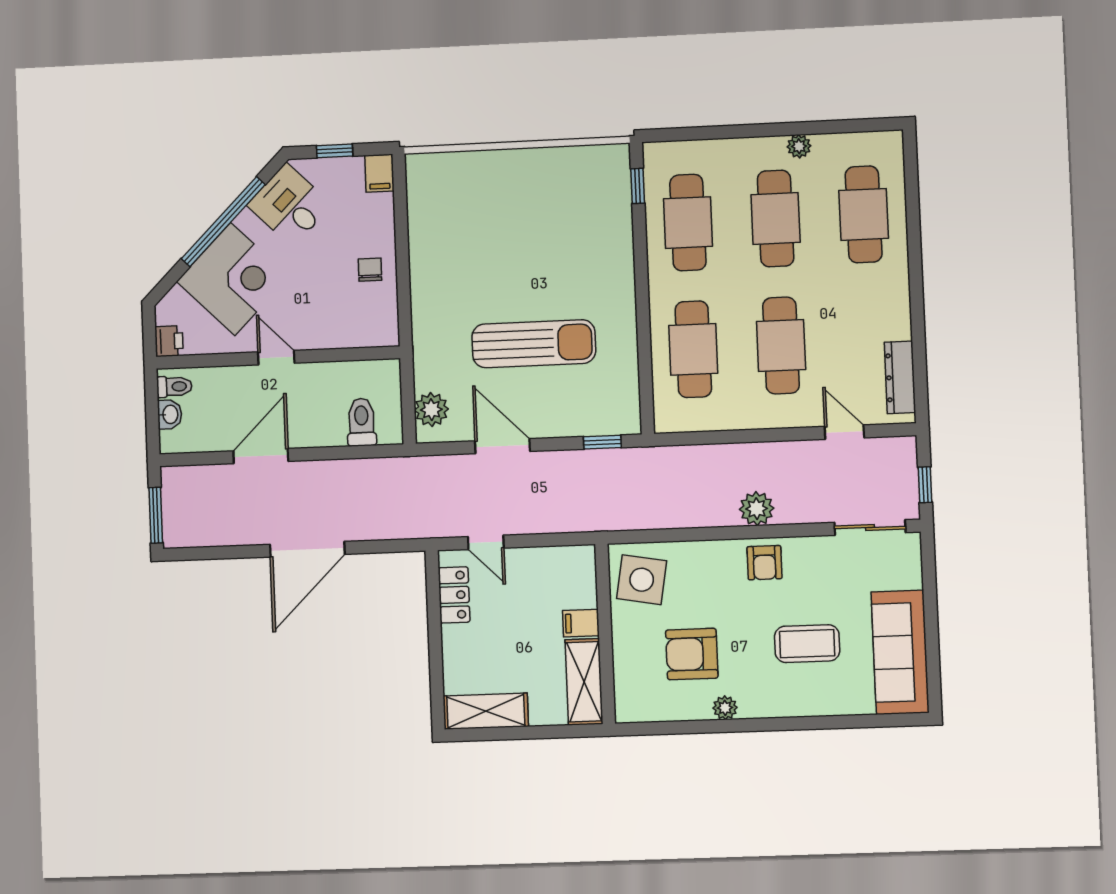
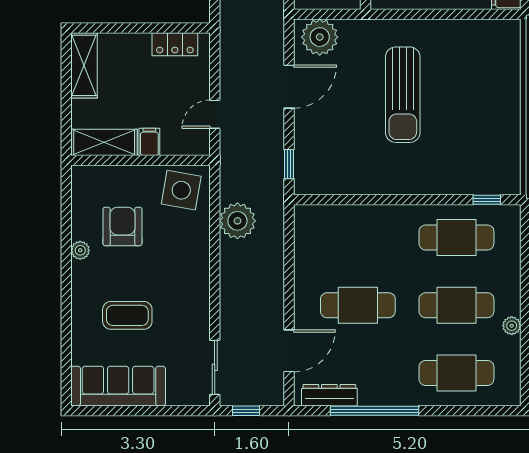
window: (918, 318) -> (375, 411), added
sun lounger: (534, 344) -> (403, 95), moved
cafe table: (693, 349) -> (358, 237), removed
plant: (431, 410) -> (320, 37), width x1.36, depth x1.36
door: (844, 432) -> (289, 351), width x1.37
plant: (757, 509) -> (237, 221), moved, width x1.36, depth x1.36
door: (486, 542) -> (215, 114), moved
armchair: (764, 563) -> (191, 285), removed
coffee table: (807, 644) -> (127, 315), turned 90

